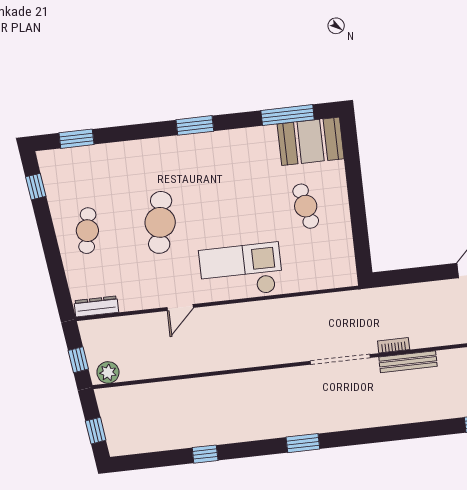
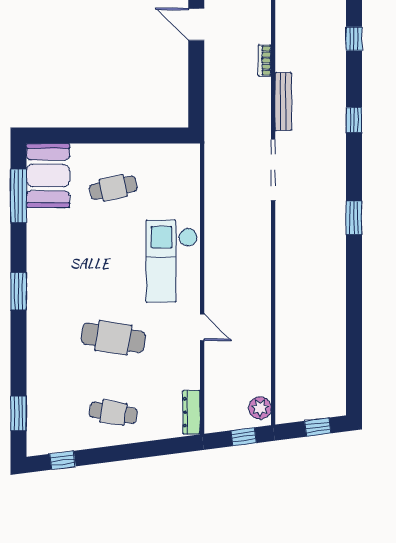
bookcase: (394, 345) -> (265, 61), moved
window: (205, 454) -> (354, 120), moved

